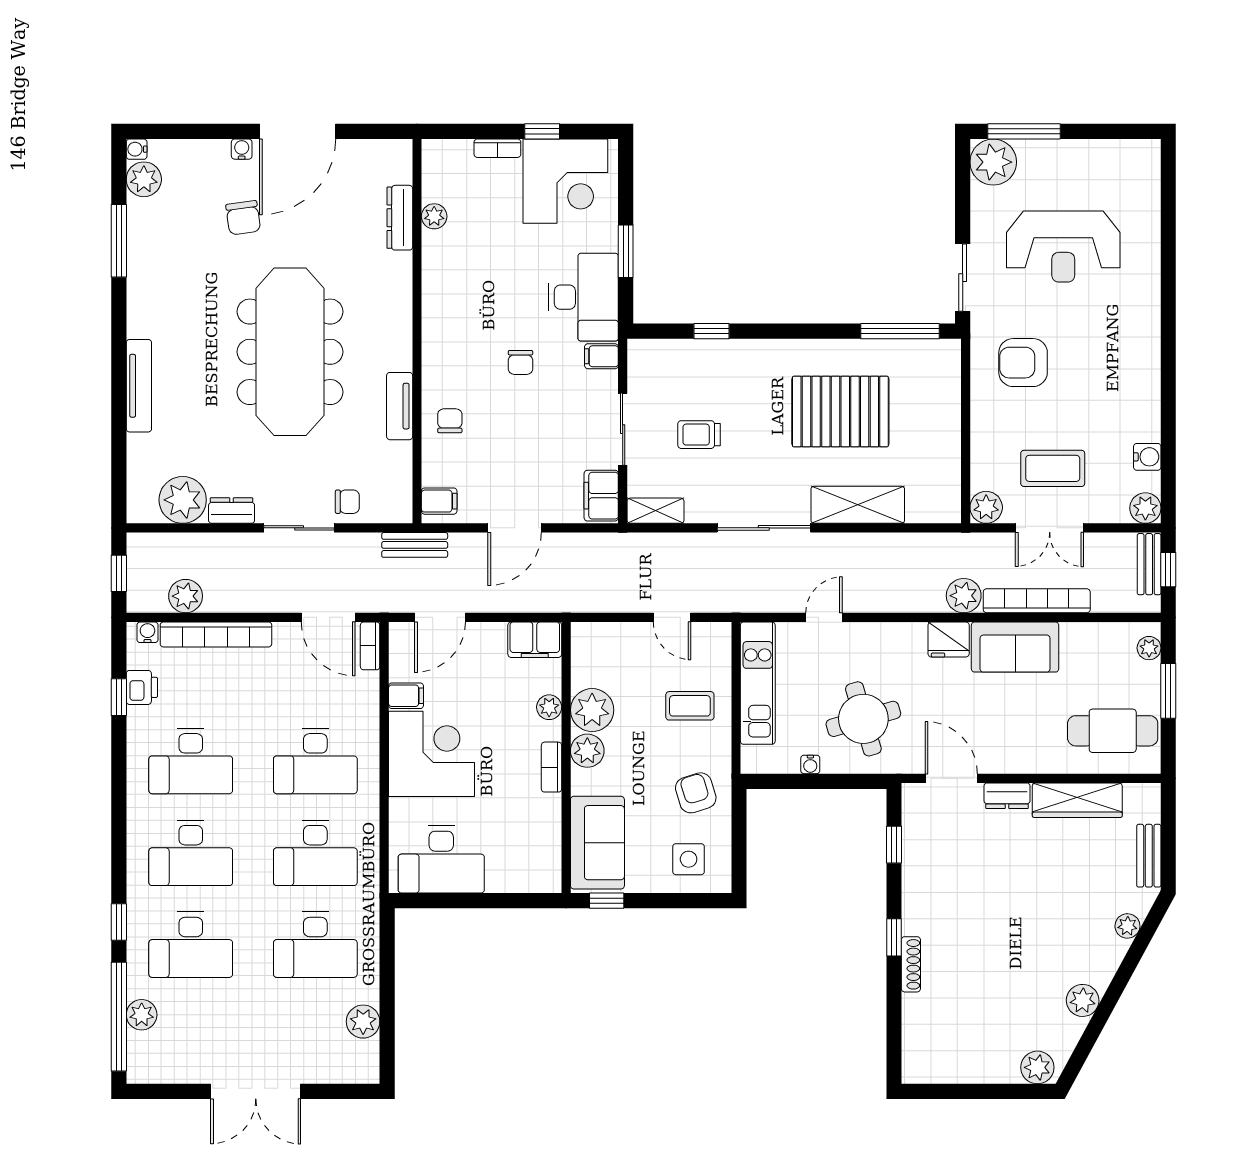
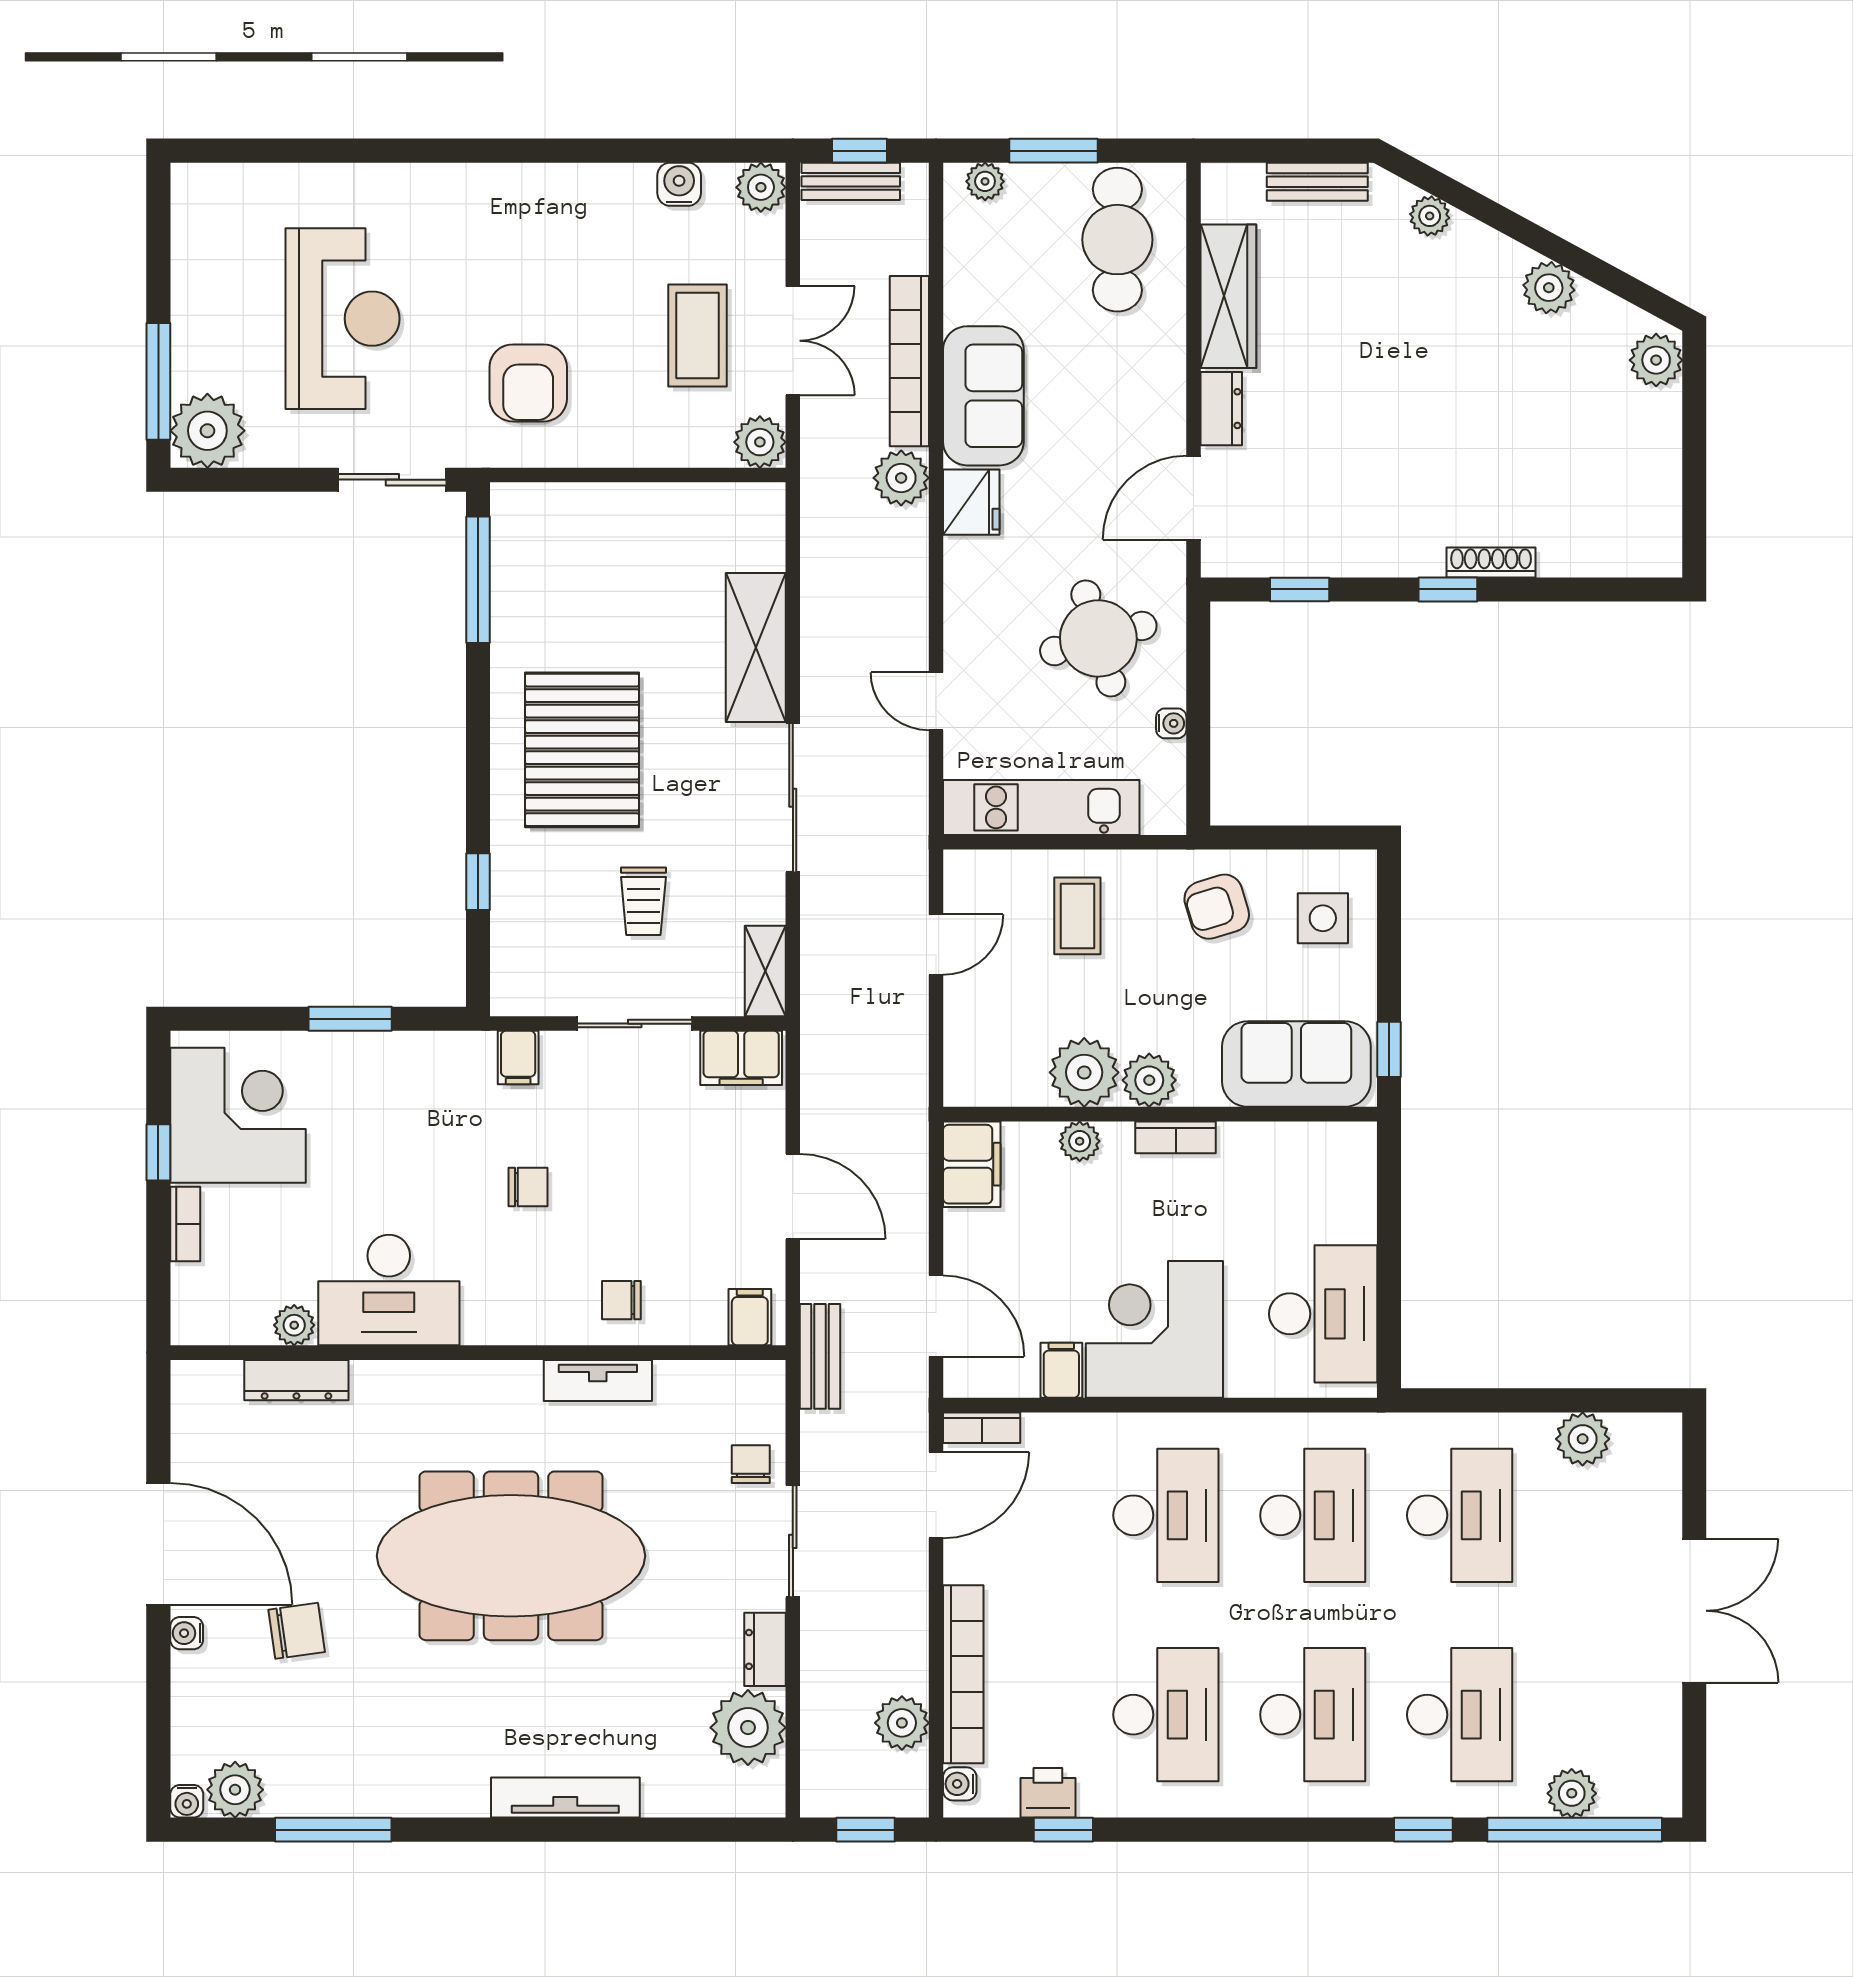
desk: (584, 297) -> (389, 1290), moved, turned 180
pallet: (840, 412) -> (582, 750), moved

